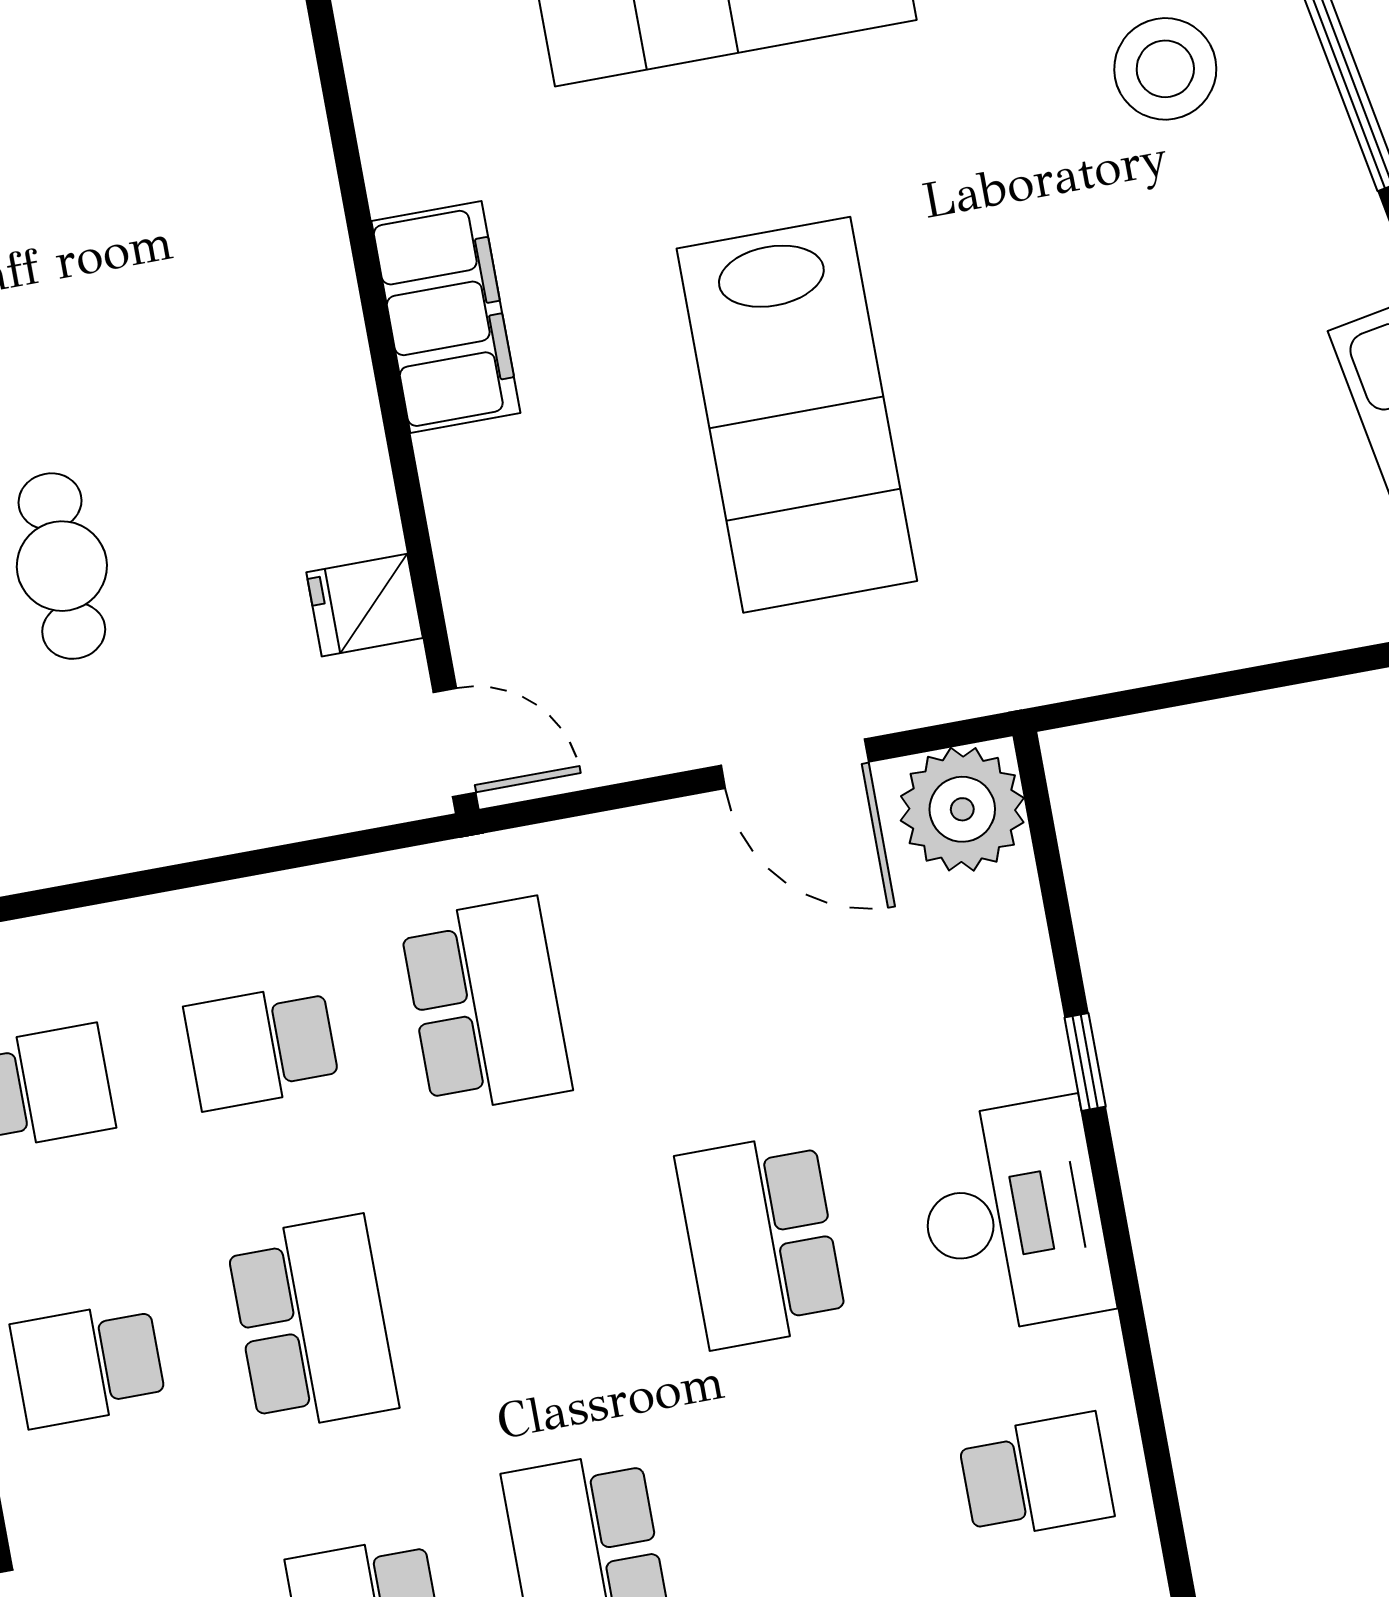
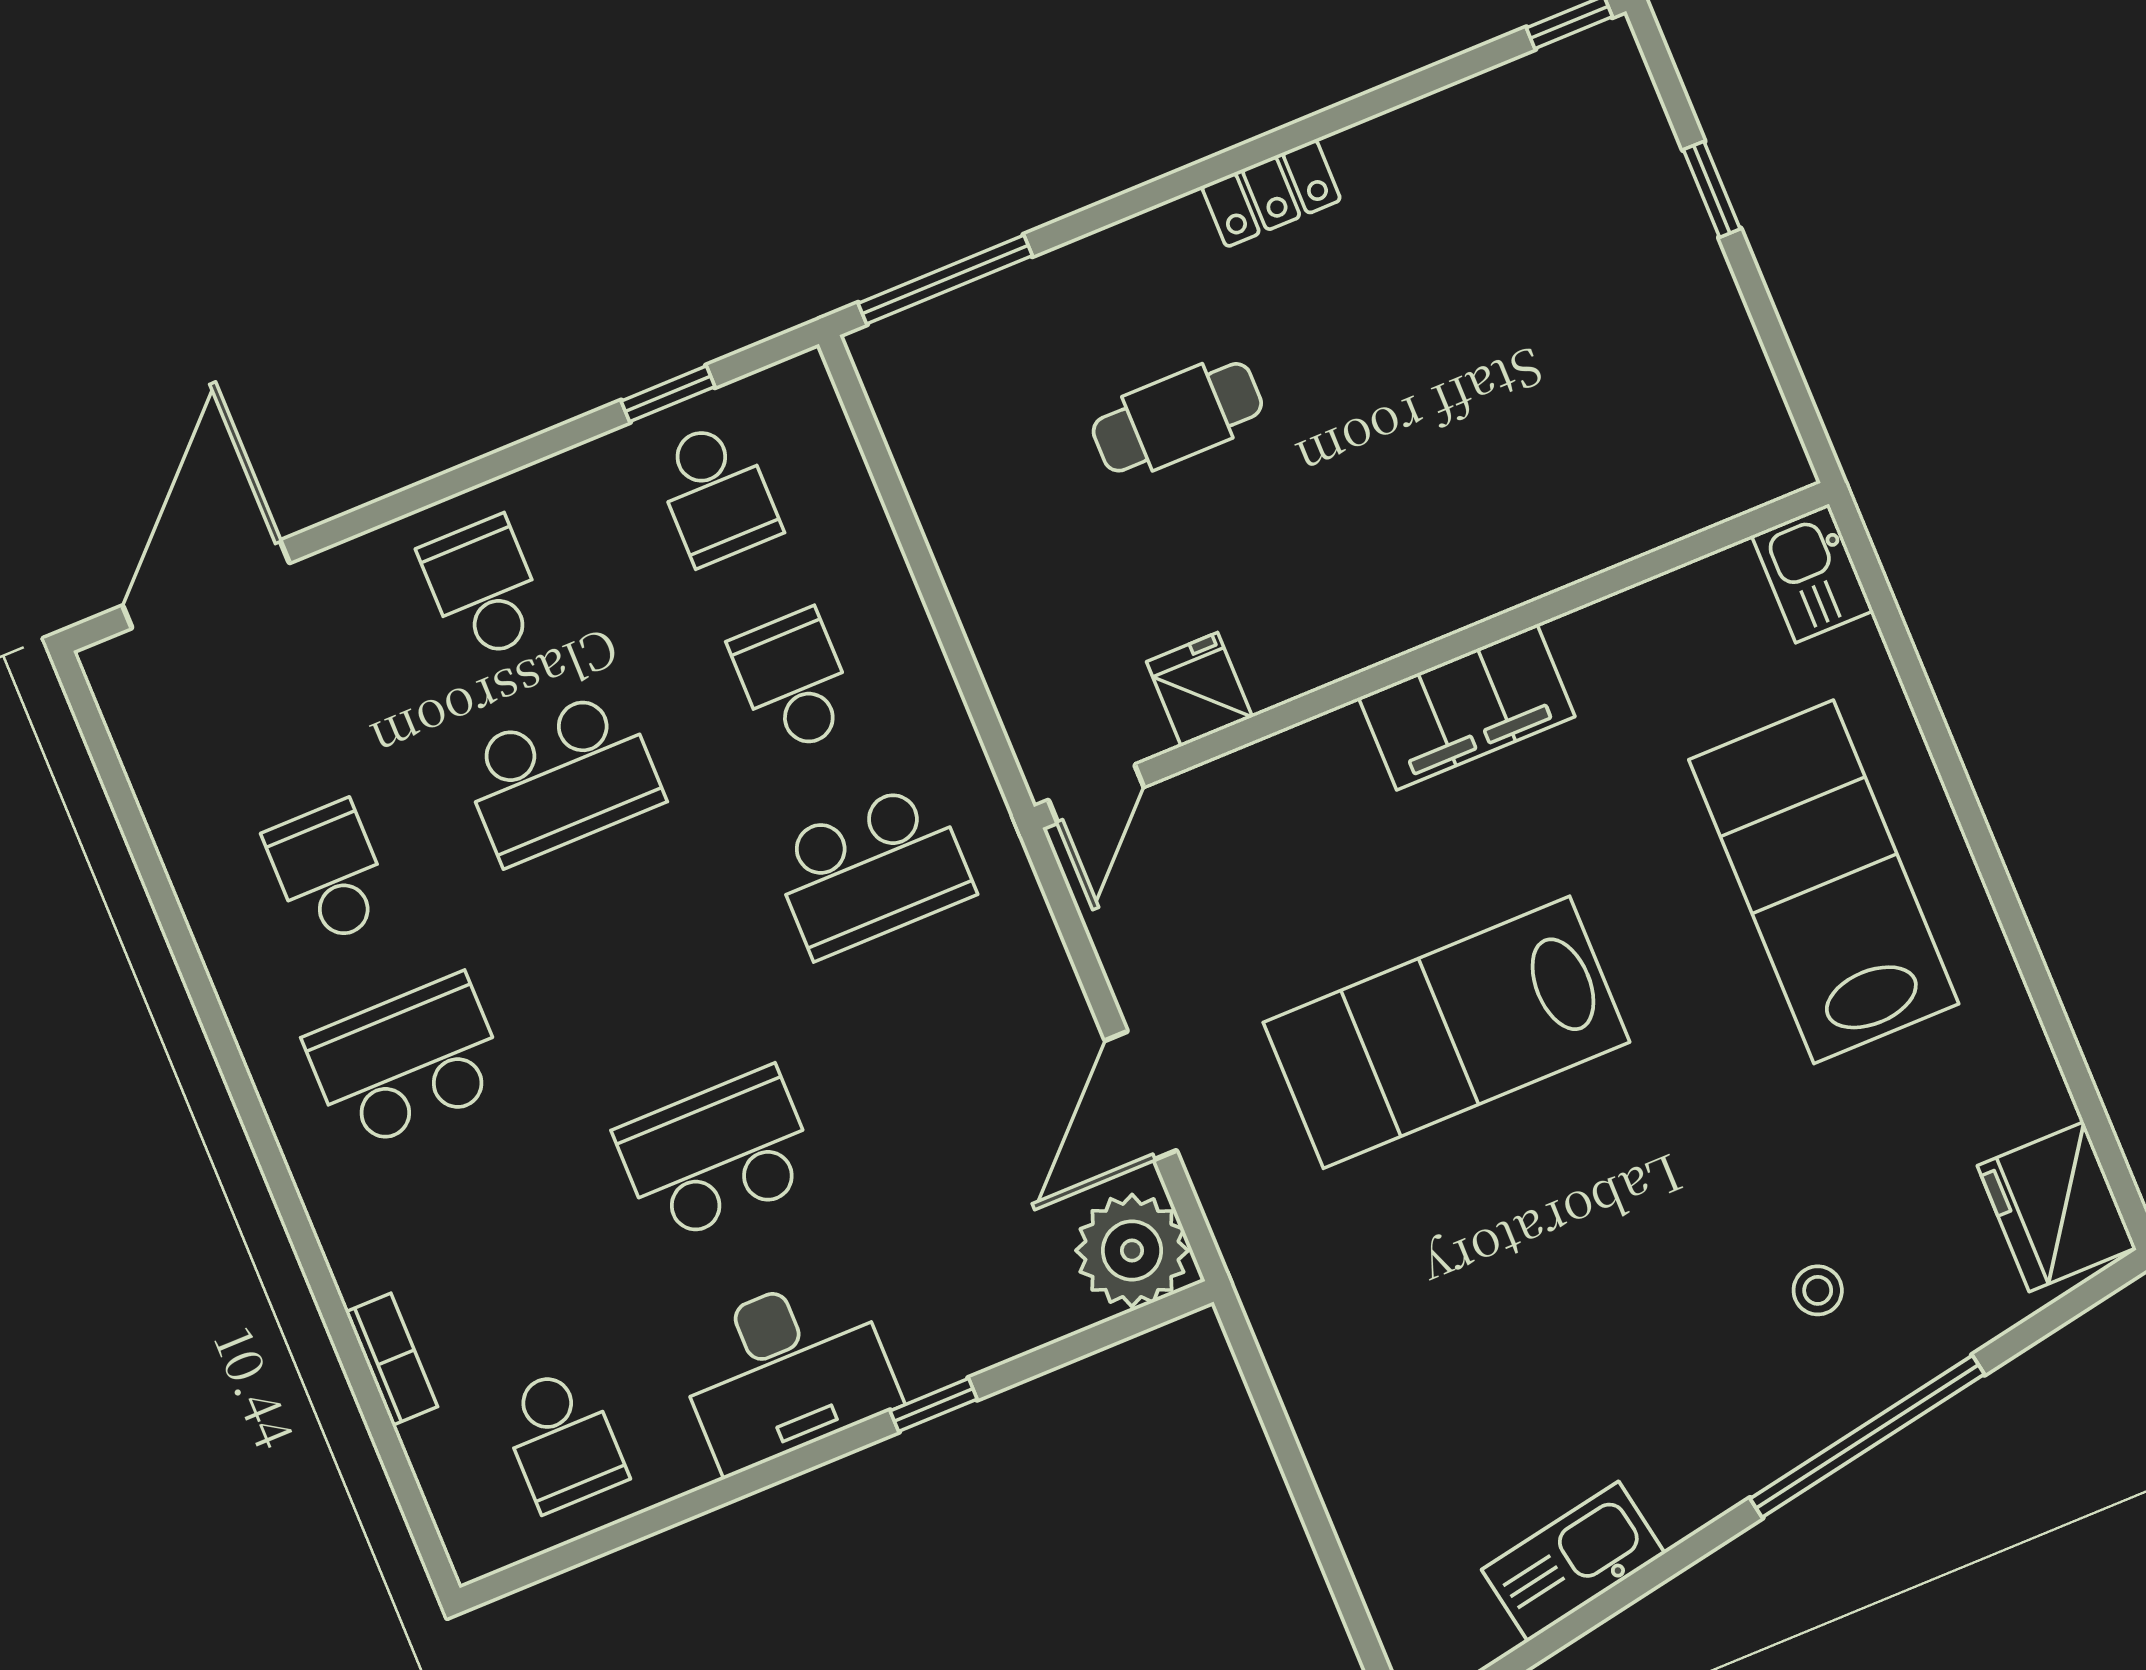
stool: (1165, 69) -> (1818, 1290), width x0.53, depth x0.53

